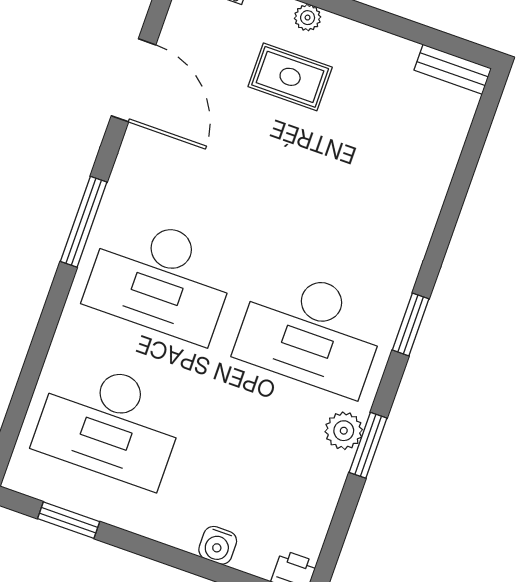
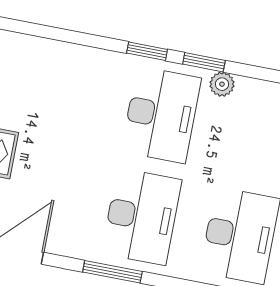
window: (368, 445) -> (204, 62), moved

